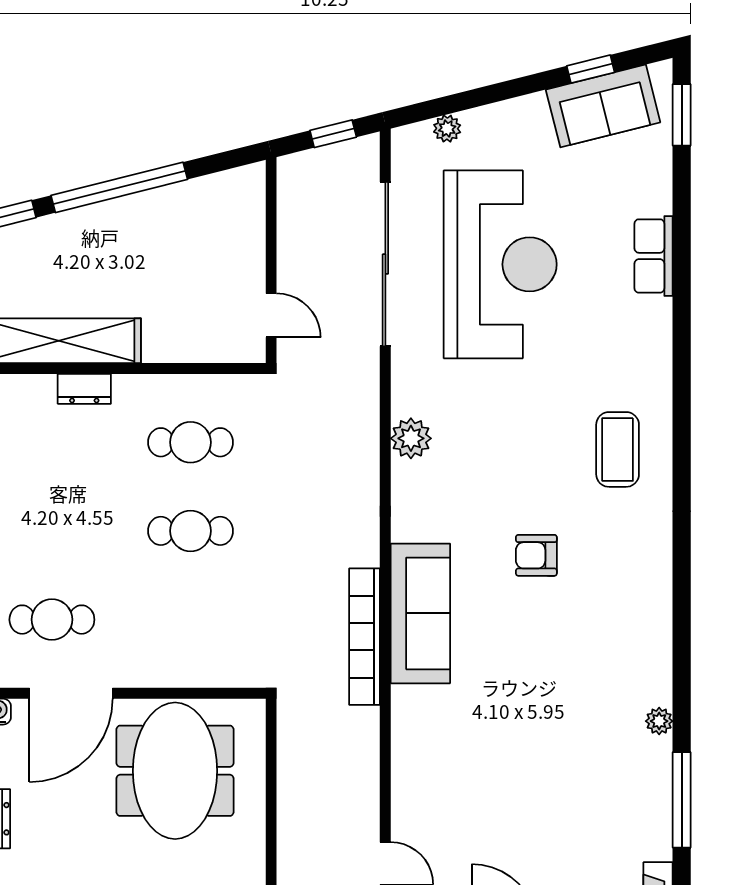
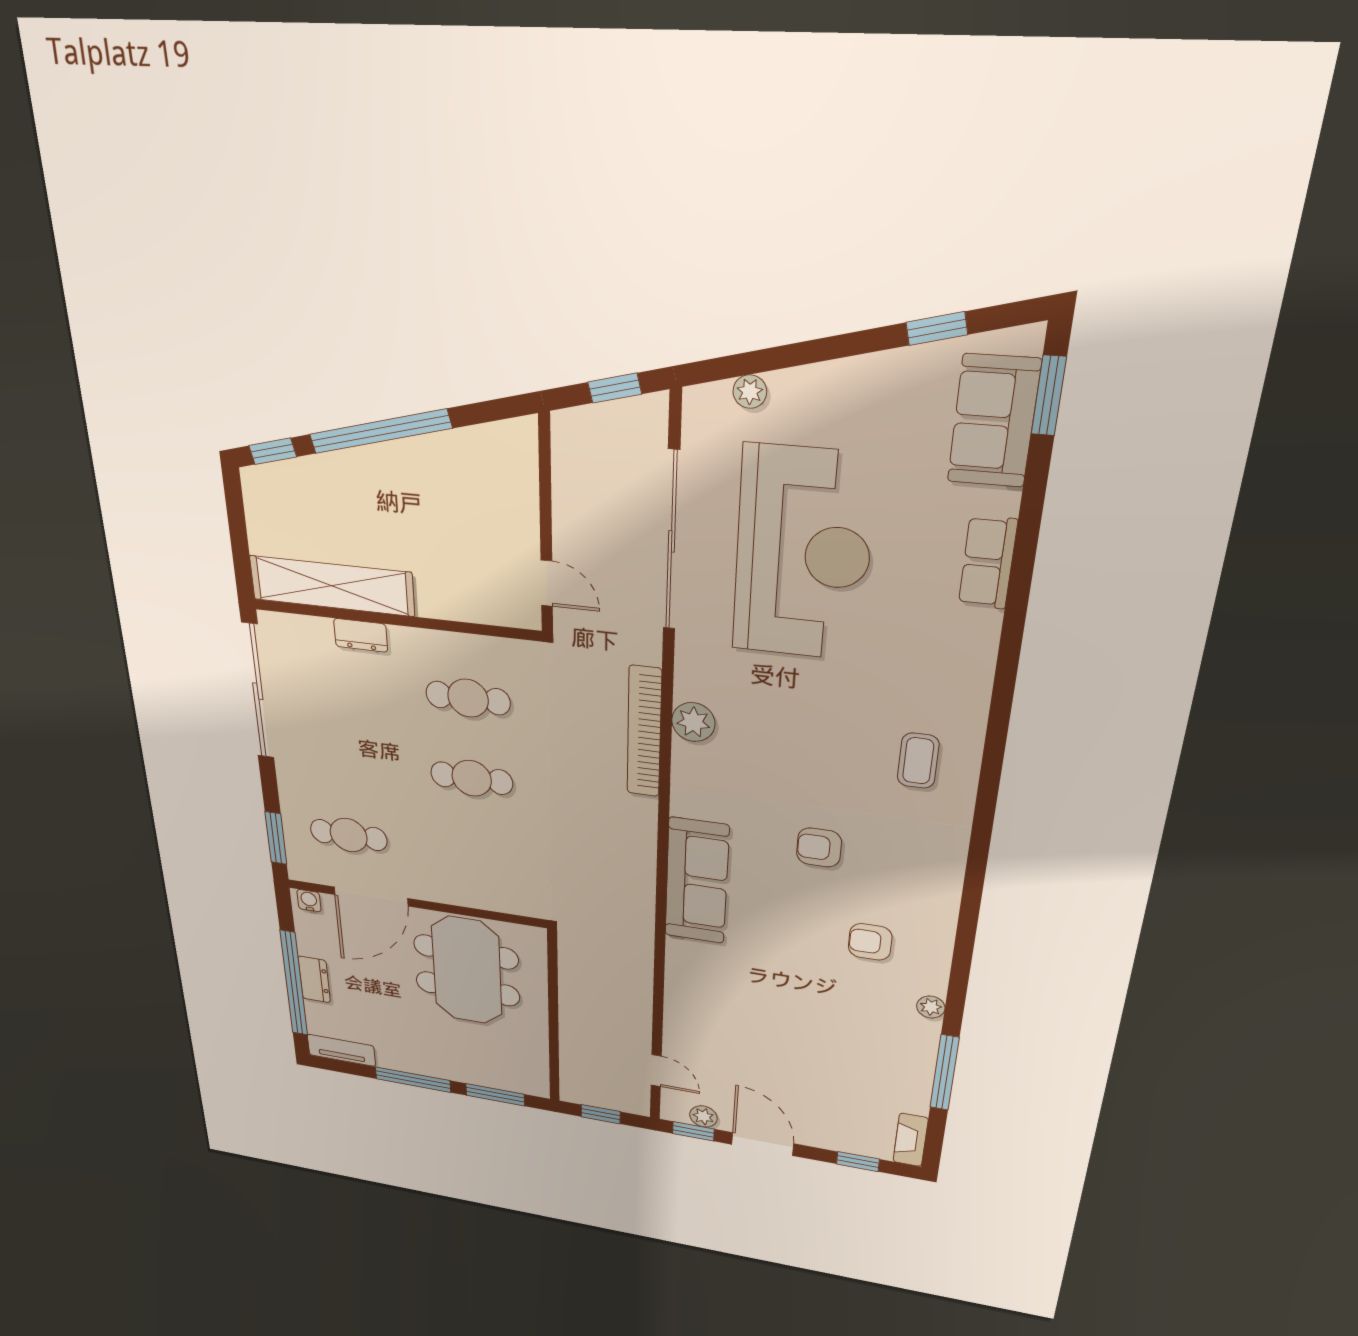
sofa: (603, 106) -> (994, 421), moved, turned 104
coffee table: (618, 449) -> (918, 761), width x0.73, depth x0.77
bookcase: (365, 637) -> (644, 732), moved
armchair: (594, 654) -> (870, 942), added

